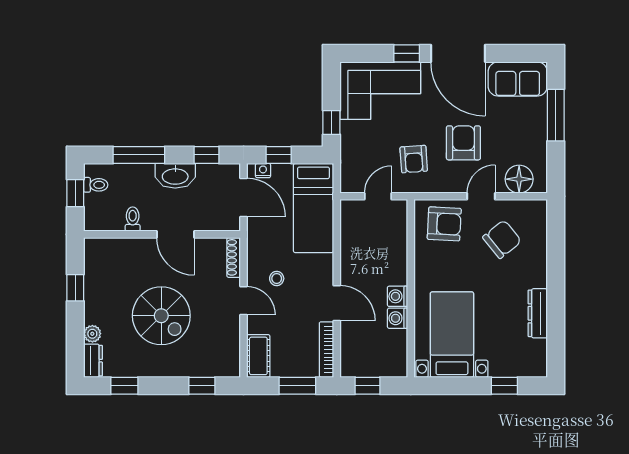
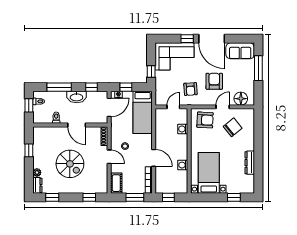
door: (244, 198) -> (109, 107), hinge flipped
washing machine: (397, 296) -> (183, 129), moved

